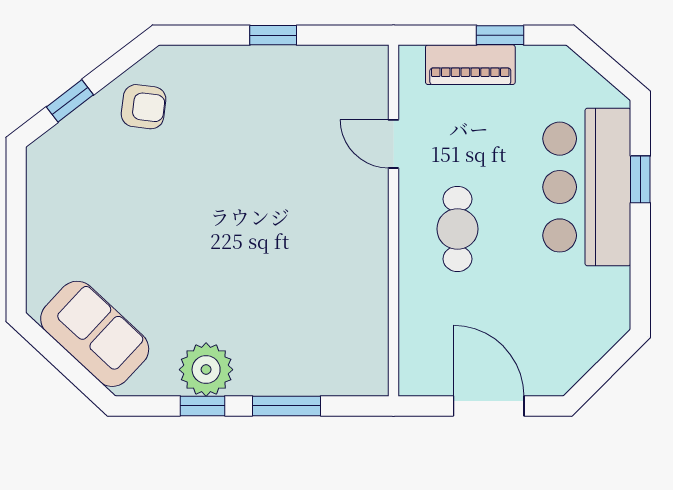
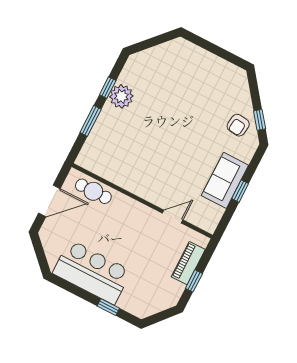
window: (70, 101) -> (260, 120), moved
bar counter: (587, 187) -> (92, 272), moved
cafe table: (457, 229) -> (93, 191), moved
sofa: (95, 334) -> (225, 180), moved, turned 137

